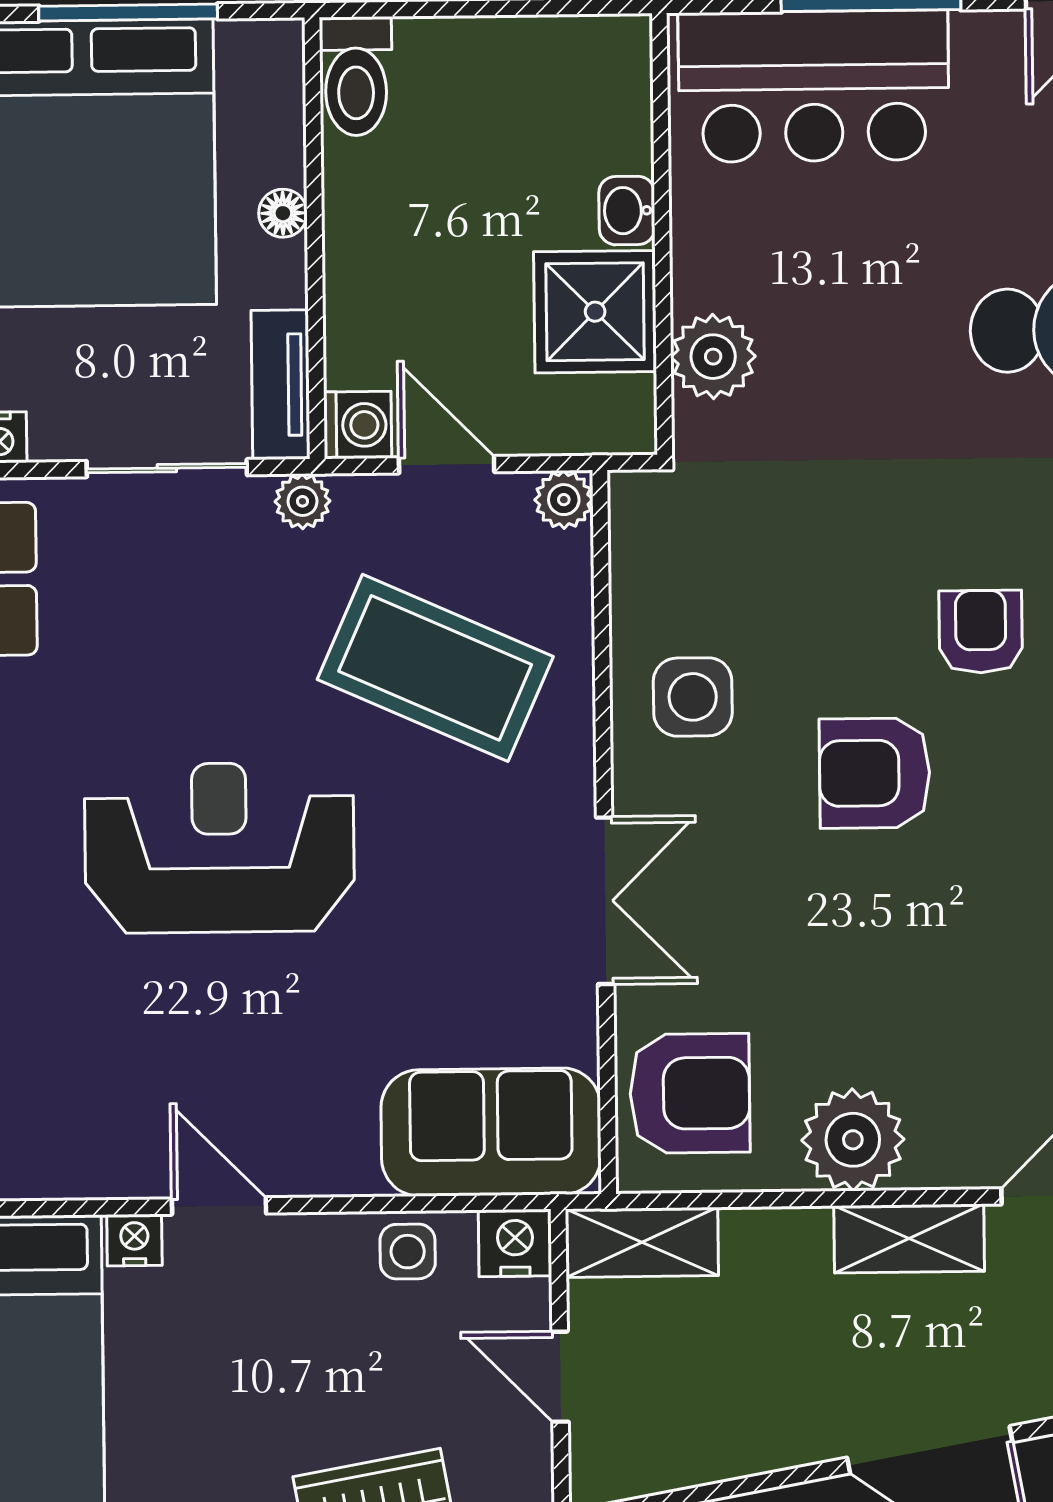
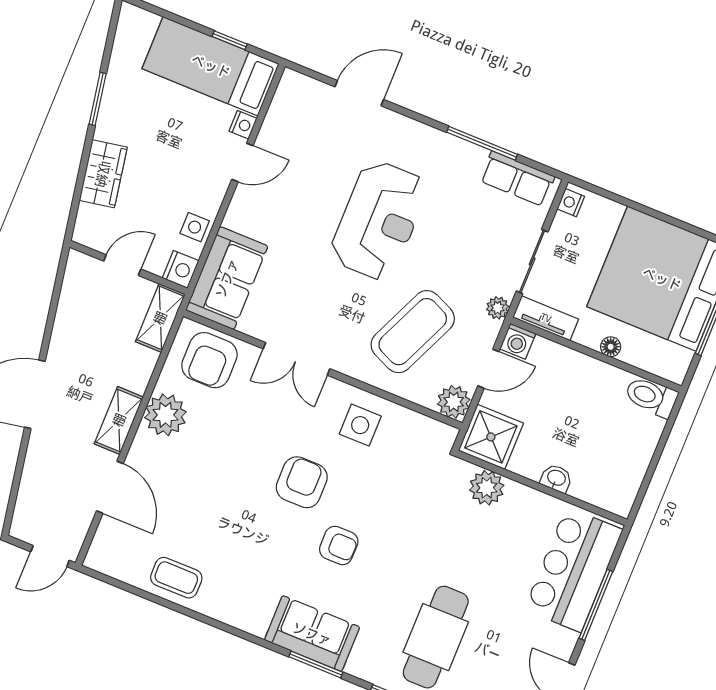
shower: (595, 312) -> (491, 437), moved
plant: (564, 500) -> (454, 402), width x1.38, depth x1.38

